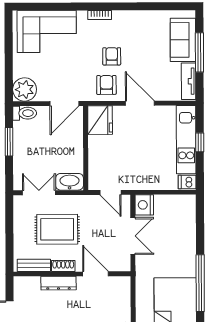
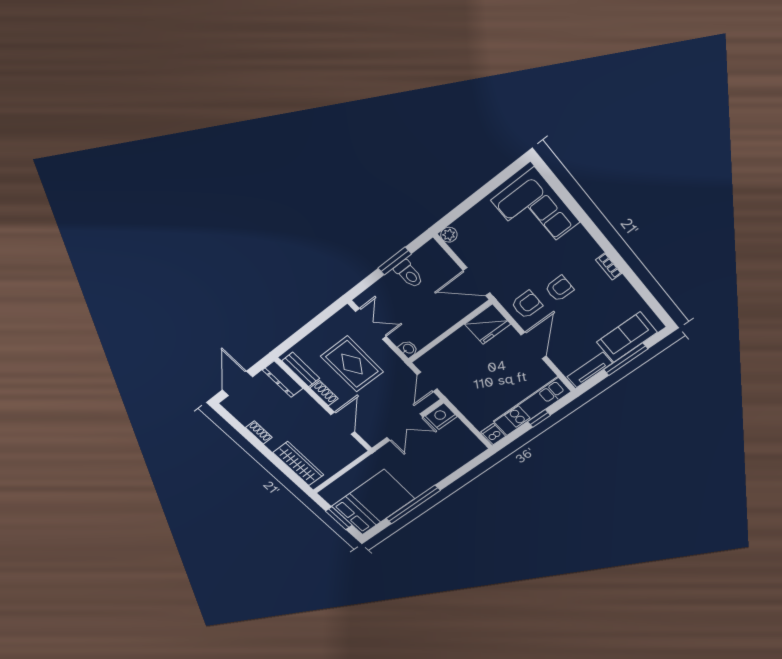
bookcase: (100, 15) -> (609, 267), moved
plant: (25, 89) -> (449, 235), width x0.53, depth x0.53
toilet: (25, 113) -> (409, 274), moved
washbasin: (70, 182) -> (408, 349), width x0.52, depth x0.69
dresser: (58, 283) -> (283, 379), moved

